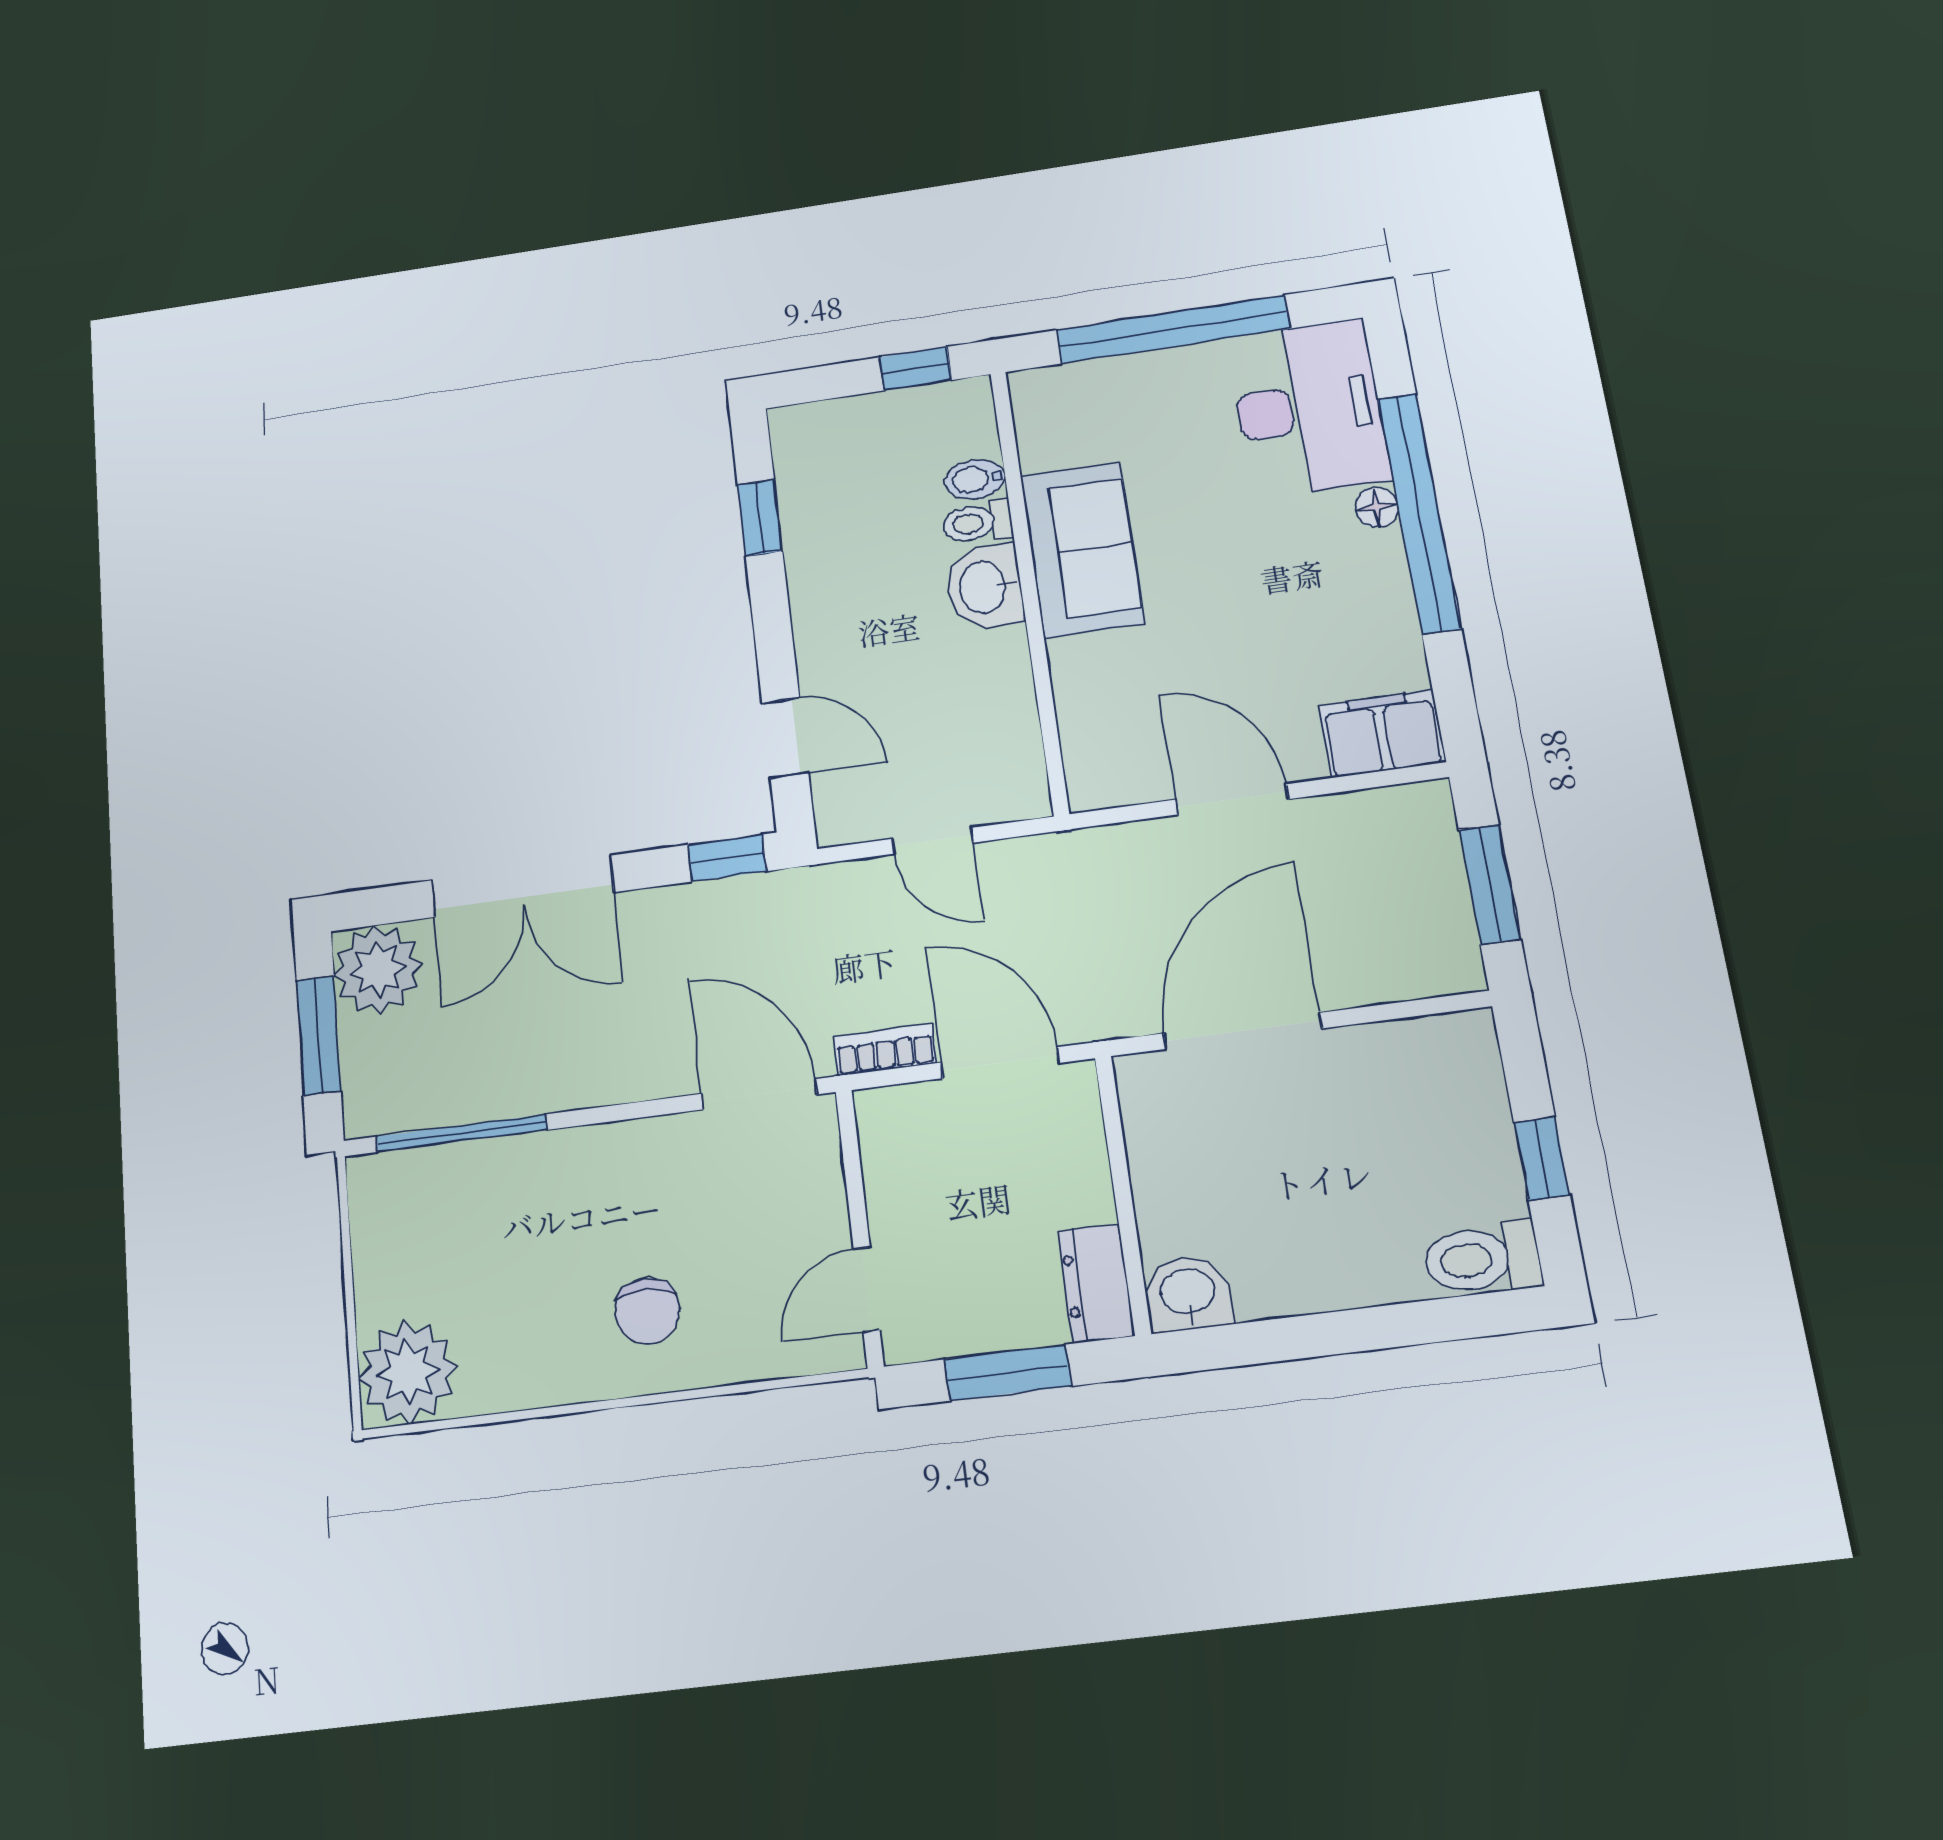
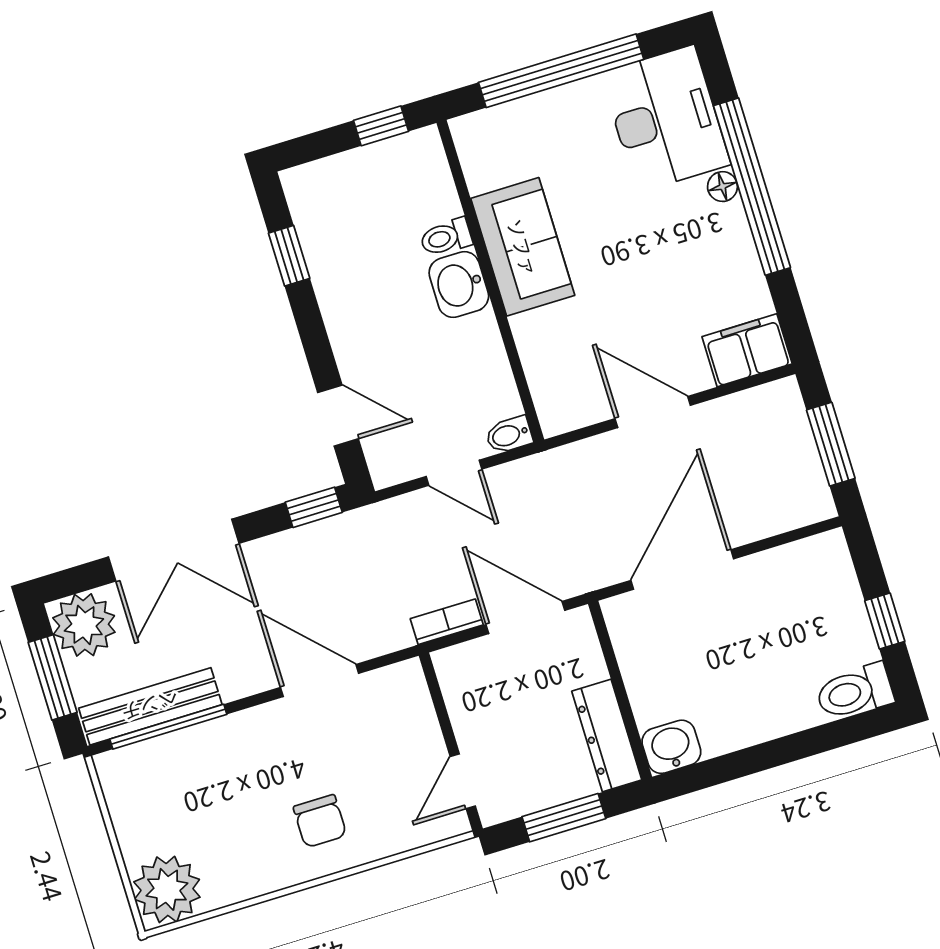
bidet: (975, 479) -> (509, 435), moved
door: (759, 1094) -> (320, 680), moved
bench: (443, 1100) -> (150, 706), added
dresser: (1096, 1283) -> (607, 736), width x1.44

